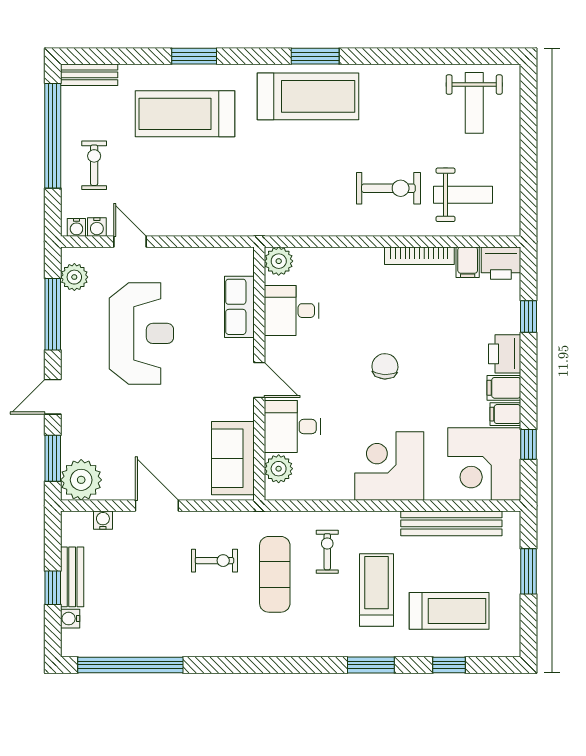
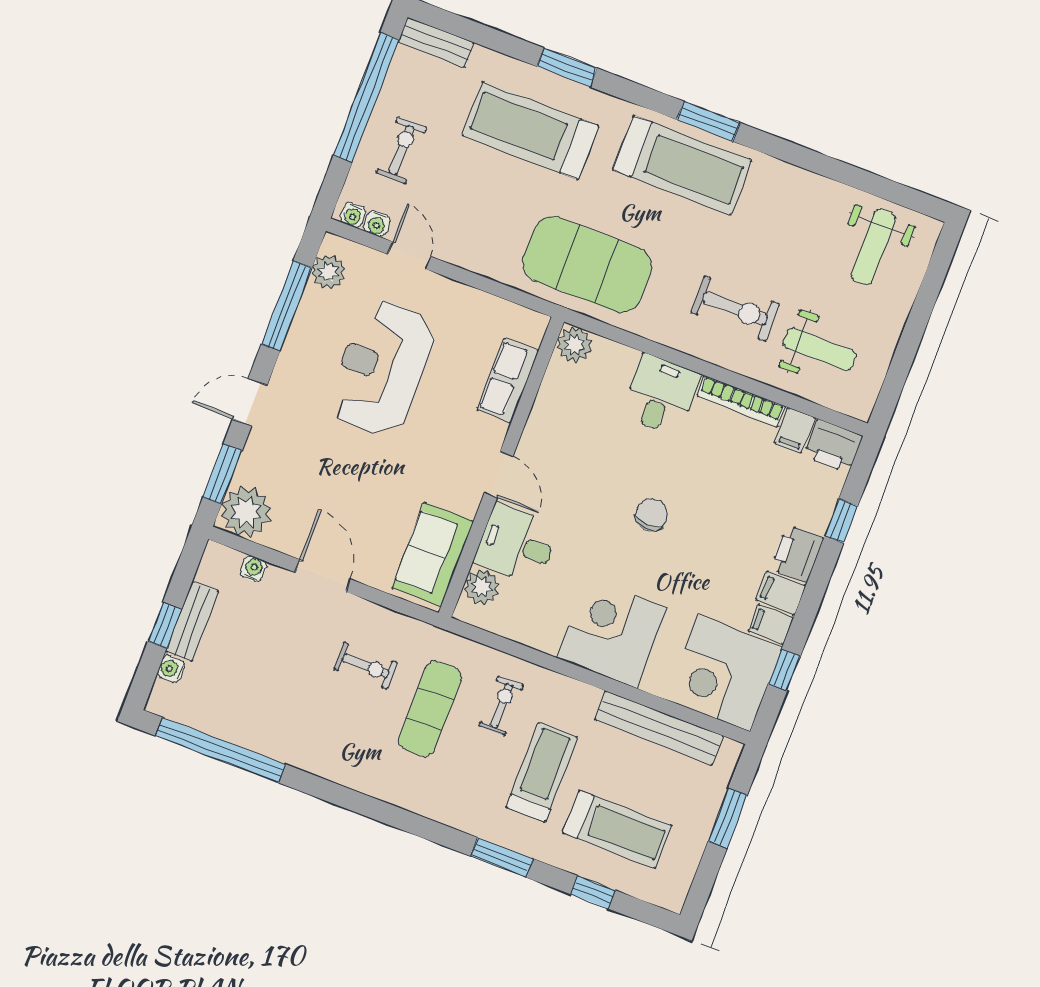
exercise mat: (265, 198) -> (587, 264), added
desk: (292, 311) -> (661, 395), moved, turned 90
reception desk: (141, 333) -> (382, 368), turned 180

